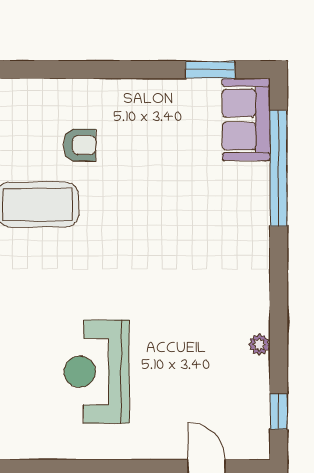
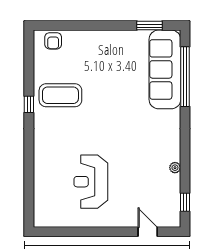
sofa: (246, 119) -> (165, 69), width x1.85, depth x1.27
armchair: (80, 145) -> (53, 41), moved, turned 90

